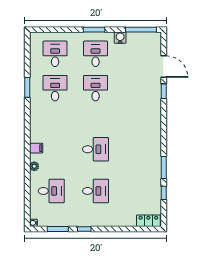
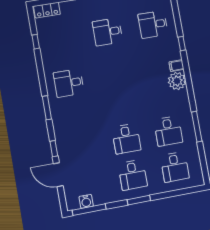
water cooler: (120, 38) -> (86, 201), moved
window: (27, 87) -> (197, 127), width x1.44
desk: (96, 149) -> (69, 83), moved
plant: (34, 166) -> (177, 81), moved, width x1.88, depth x1.88
window: (164, 167) -> (47, 108), moved
window: (27, 168) -> (182, 44), added

